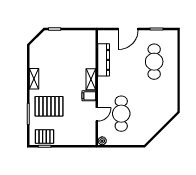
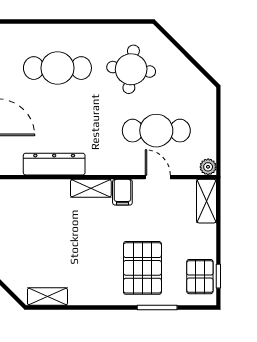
shelving: (34, 79) -> (47, 297), moved
round table: (153, 100) -> (131, 69), added
shelving: (84, 140) -> (206, 201), added

